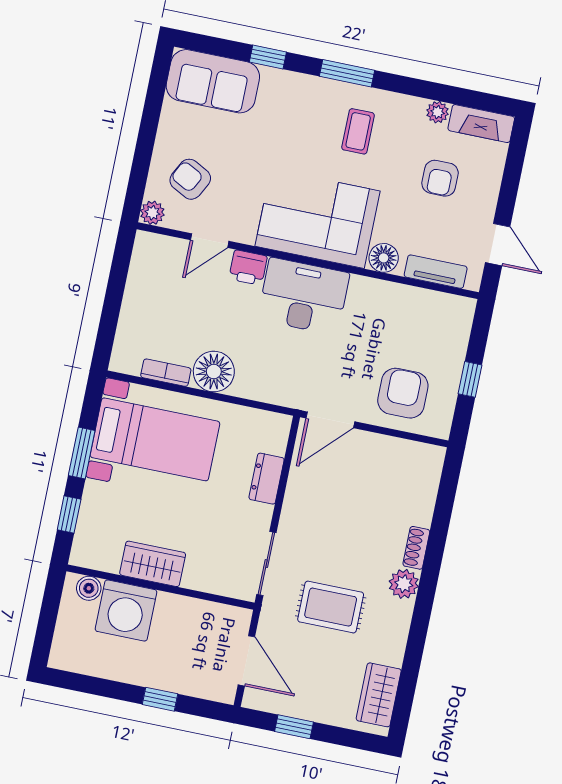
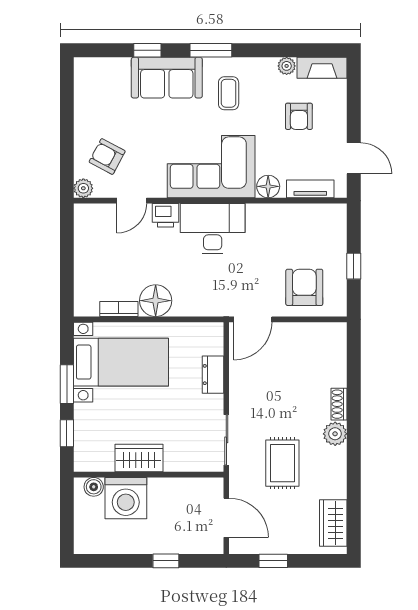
sofa: (213, 81) -> (167, 78), moved
rug: (331, 607) -> (282, 463), turned 90

